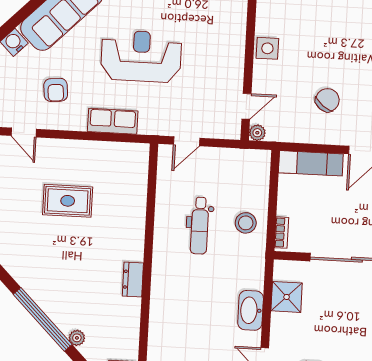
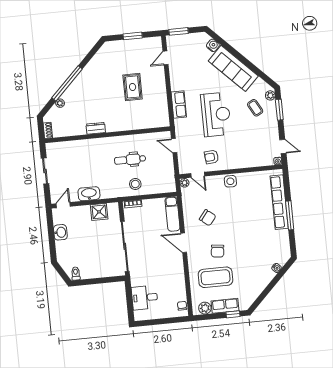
armchair: (56, 90) -> (212, 157), moved

